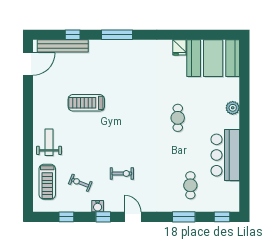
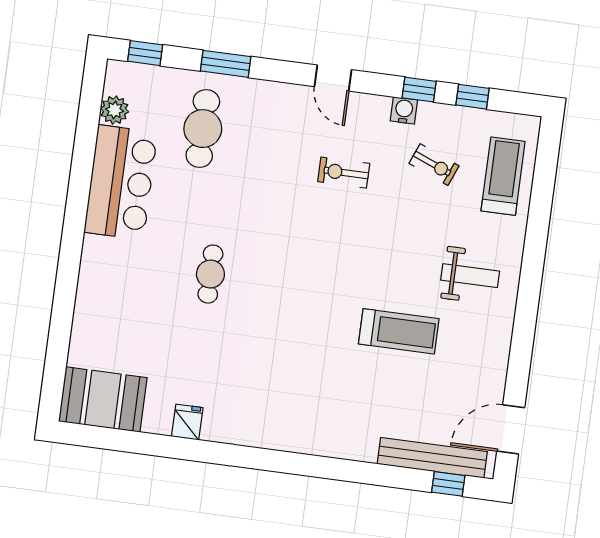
window: (73, 35) -> (448, 484), moved
window: (117, 35) -> (315, 466), removed
booth: (213, 58) -> (103, 400), width x0.73, depth x0.70
plant: (233, 108) -> (115, 110), moved
weight bench: (49, 142) -> (470, 276), moved, turned -90
cafe table: (190, 185) -> (203, 129), width x1.37, depth x1.35
window: (103, 217) -> (419, 90), moved

